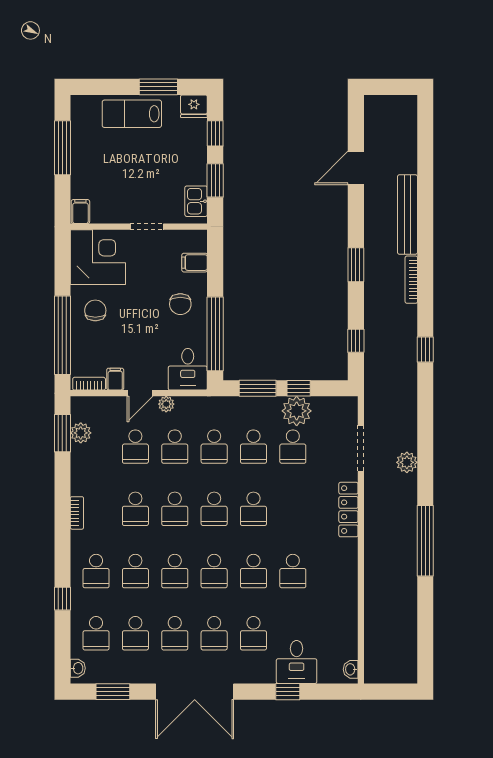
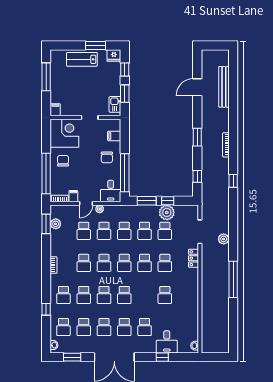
bench: (407, 215) -> (224, 87), moved
locker: (348, 510) -> (193, 258), width x0.66
school desk: (253, 571) -> (165, 263), moved

